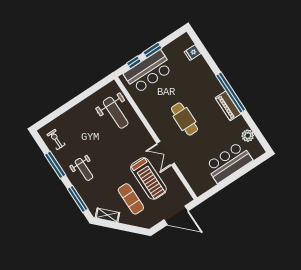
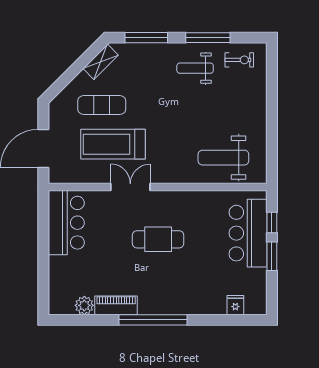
piano: (228, 106) -> (116, 305), moved
bar counter: (229, 162) -> (66, 223), moved
weight bench: (84, 169) -> (195, 68), moved

